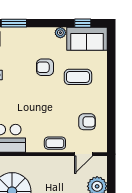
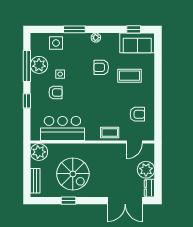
plant: (60, 33) -> (96, 38), moved

